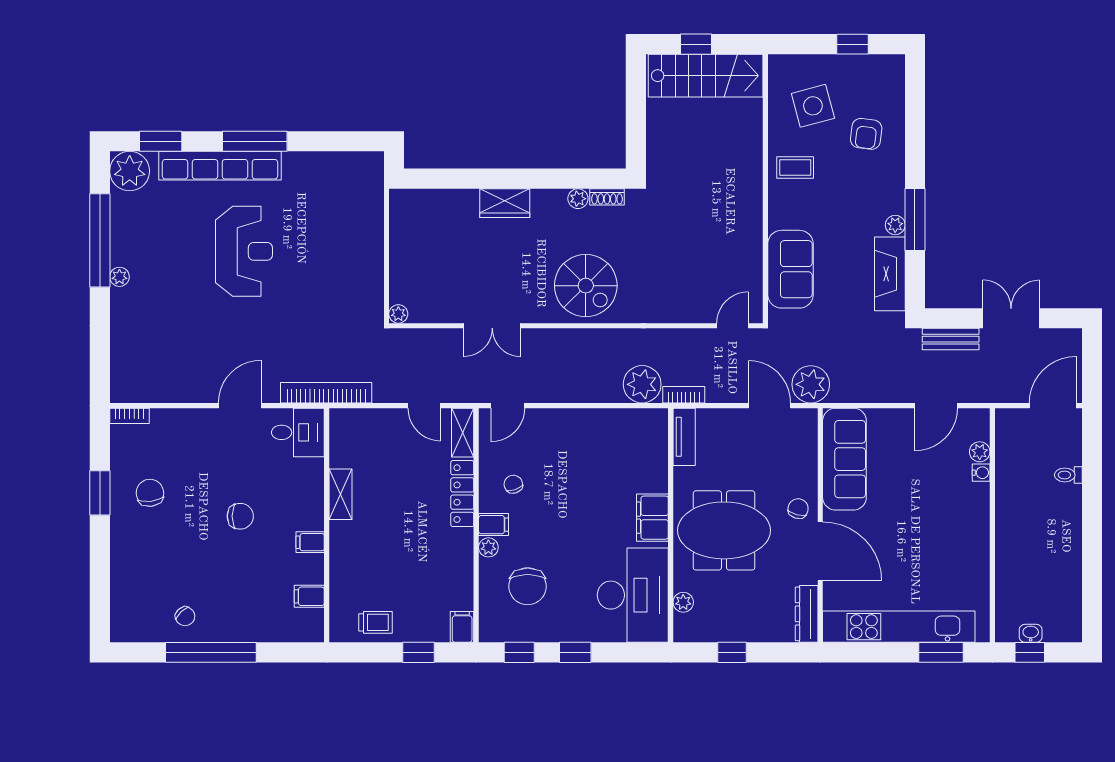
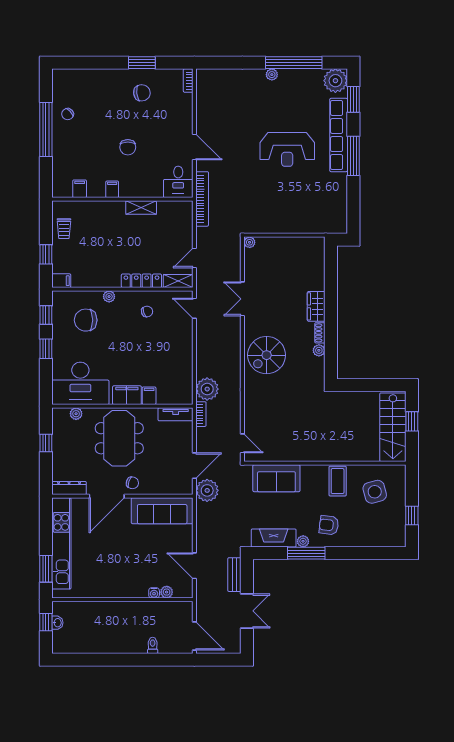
armchair: (866, 134) -> (329, 525), moved
coffee table: (795, 167) -> (338, 481), width x1.36, depth x1.30
shoe rack: (607, 197) -> (320, 333), moved
filing cabinet: (494, 525) -> (149, 396), moved, turned 180

